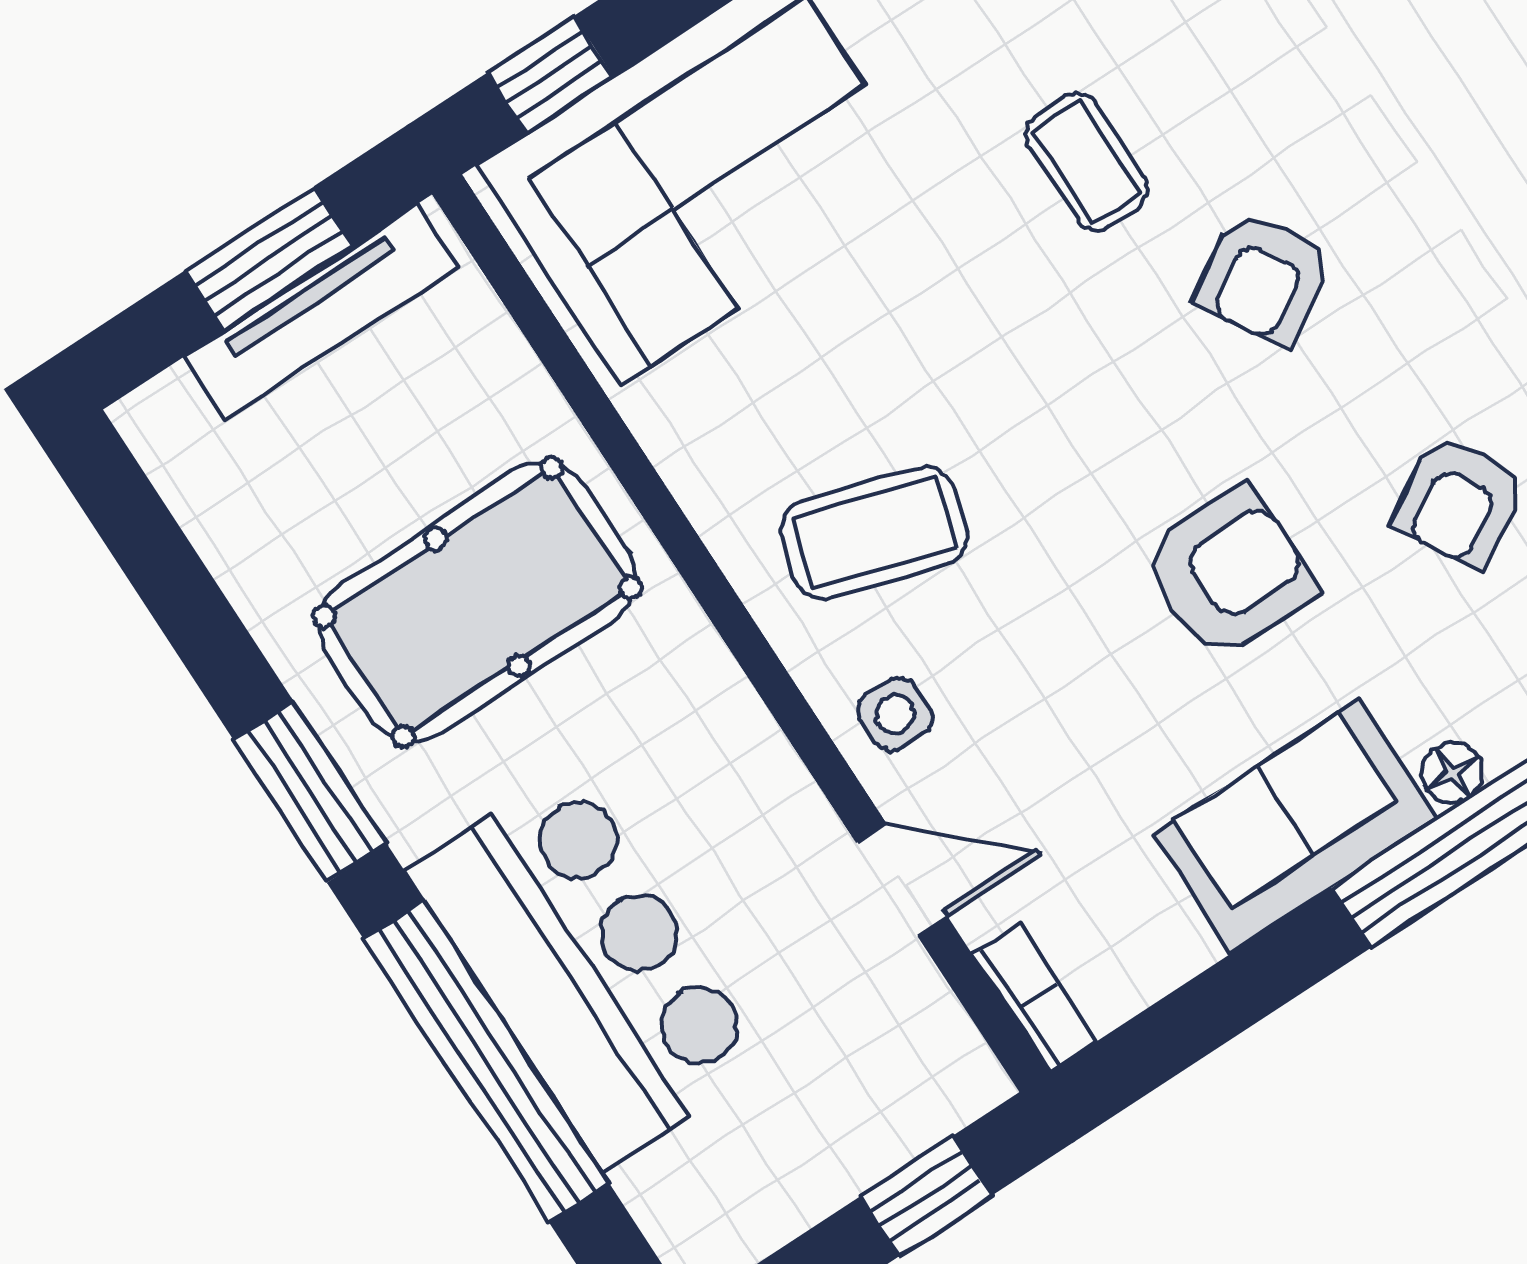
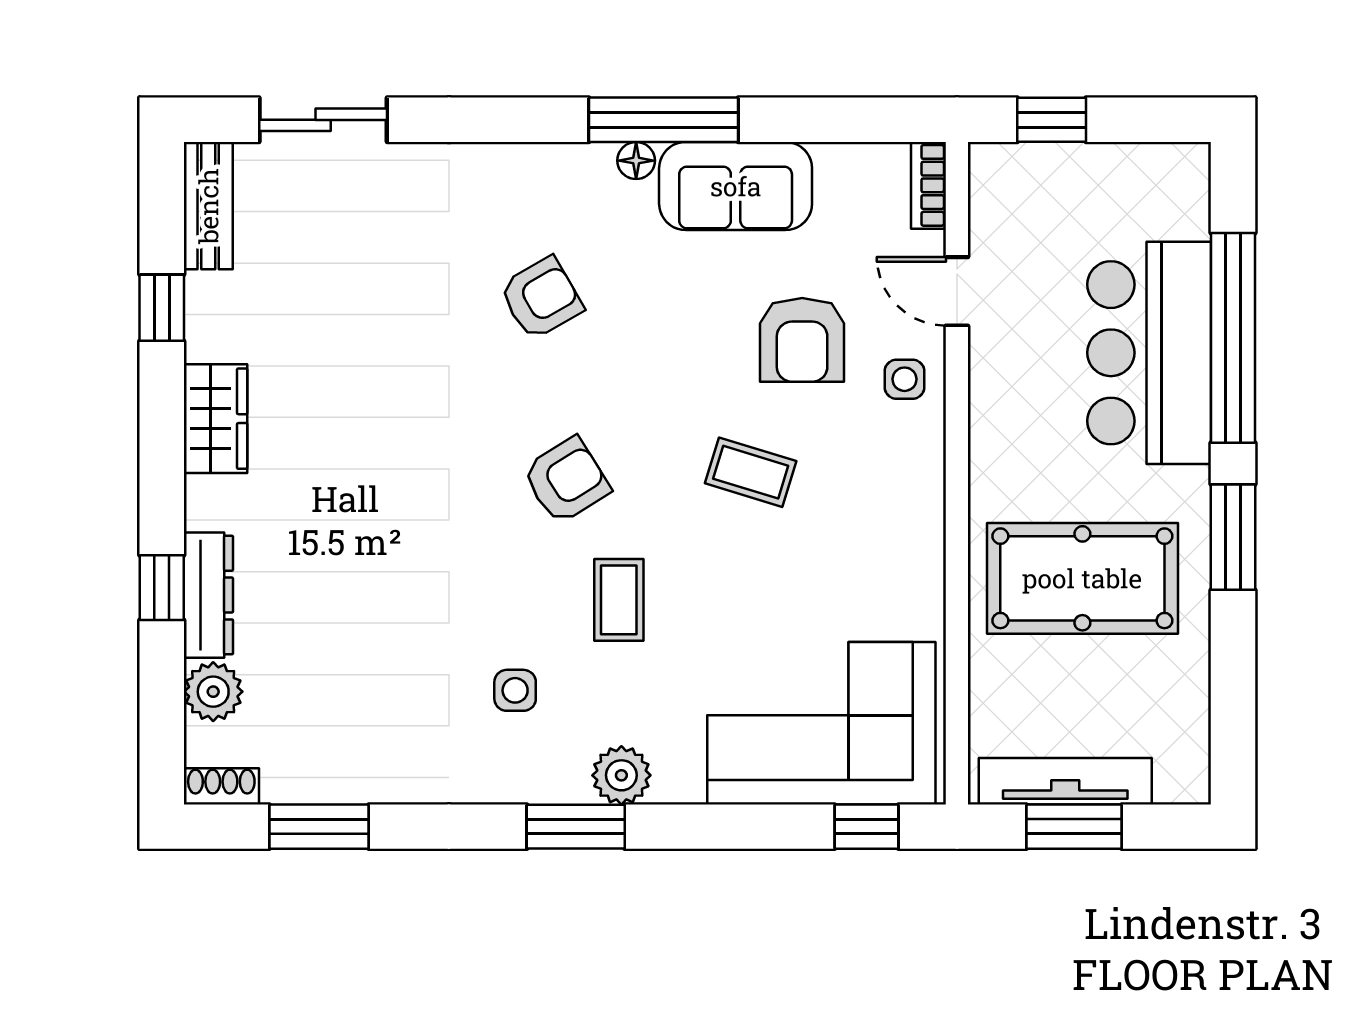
coffee table: (874, 533) -> (751, 472), moved, width x0.73, depth x0.77
armchair: (1229, 573) -> (802, 340), moved, turned -90

